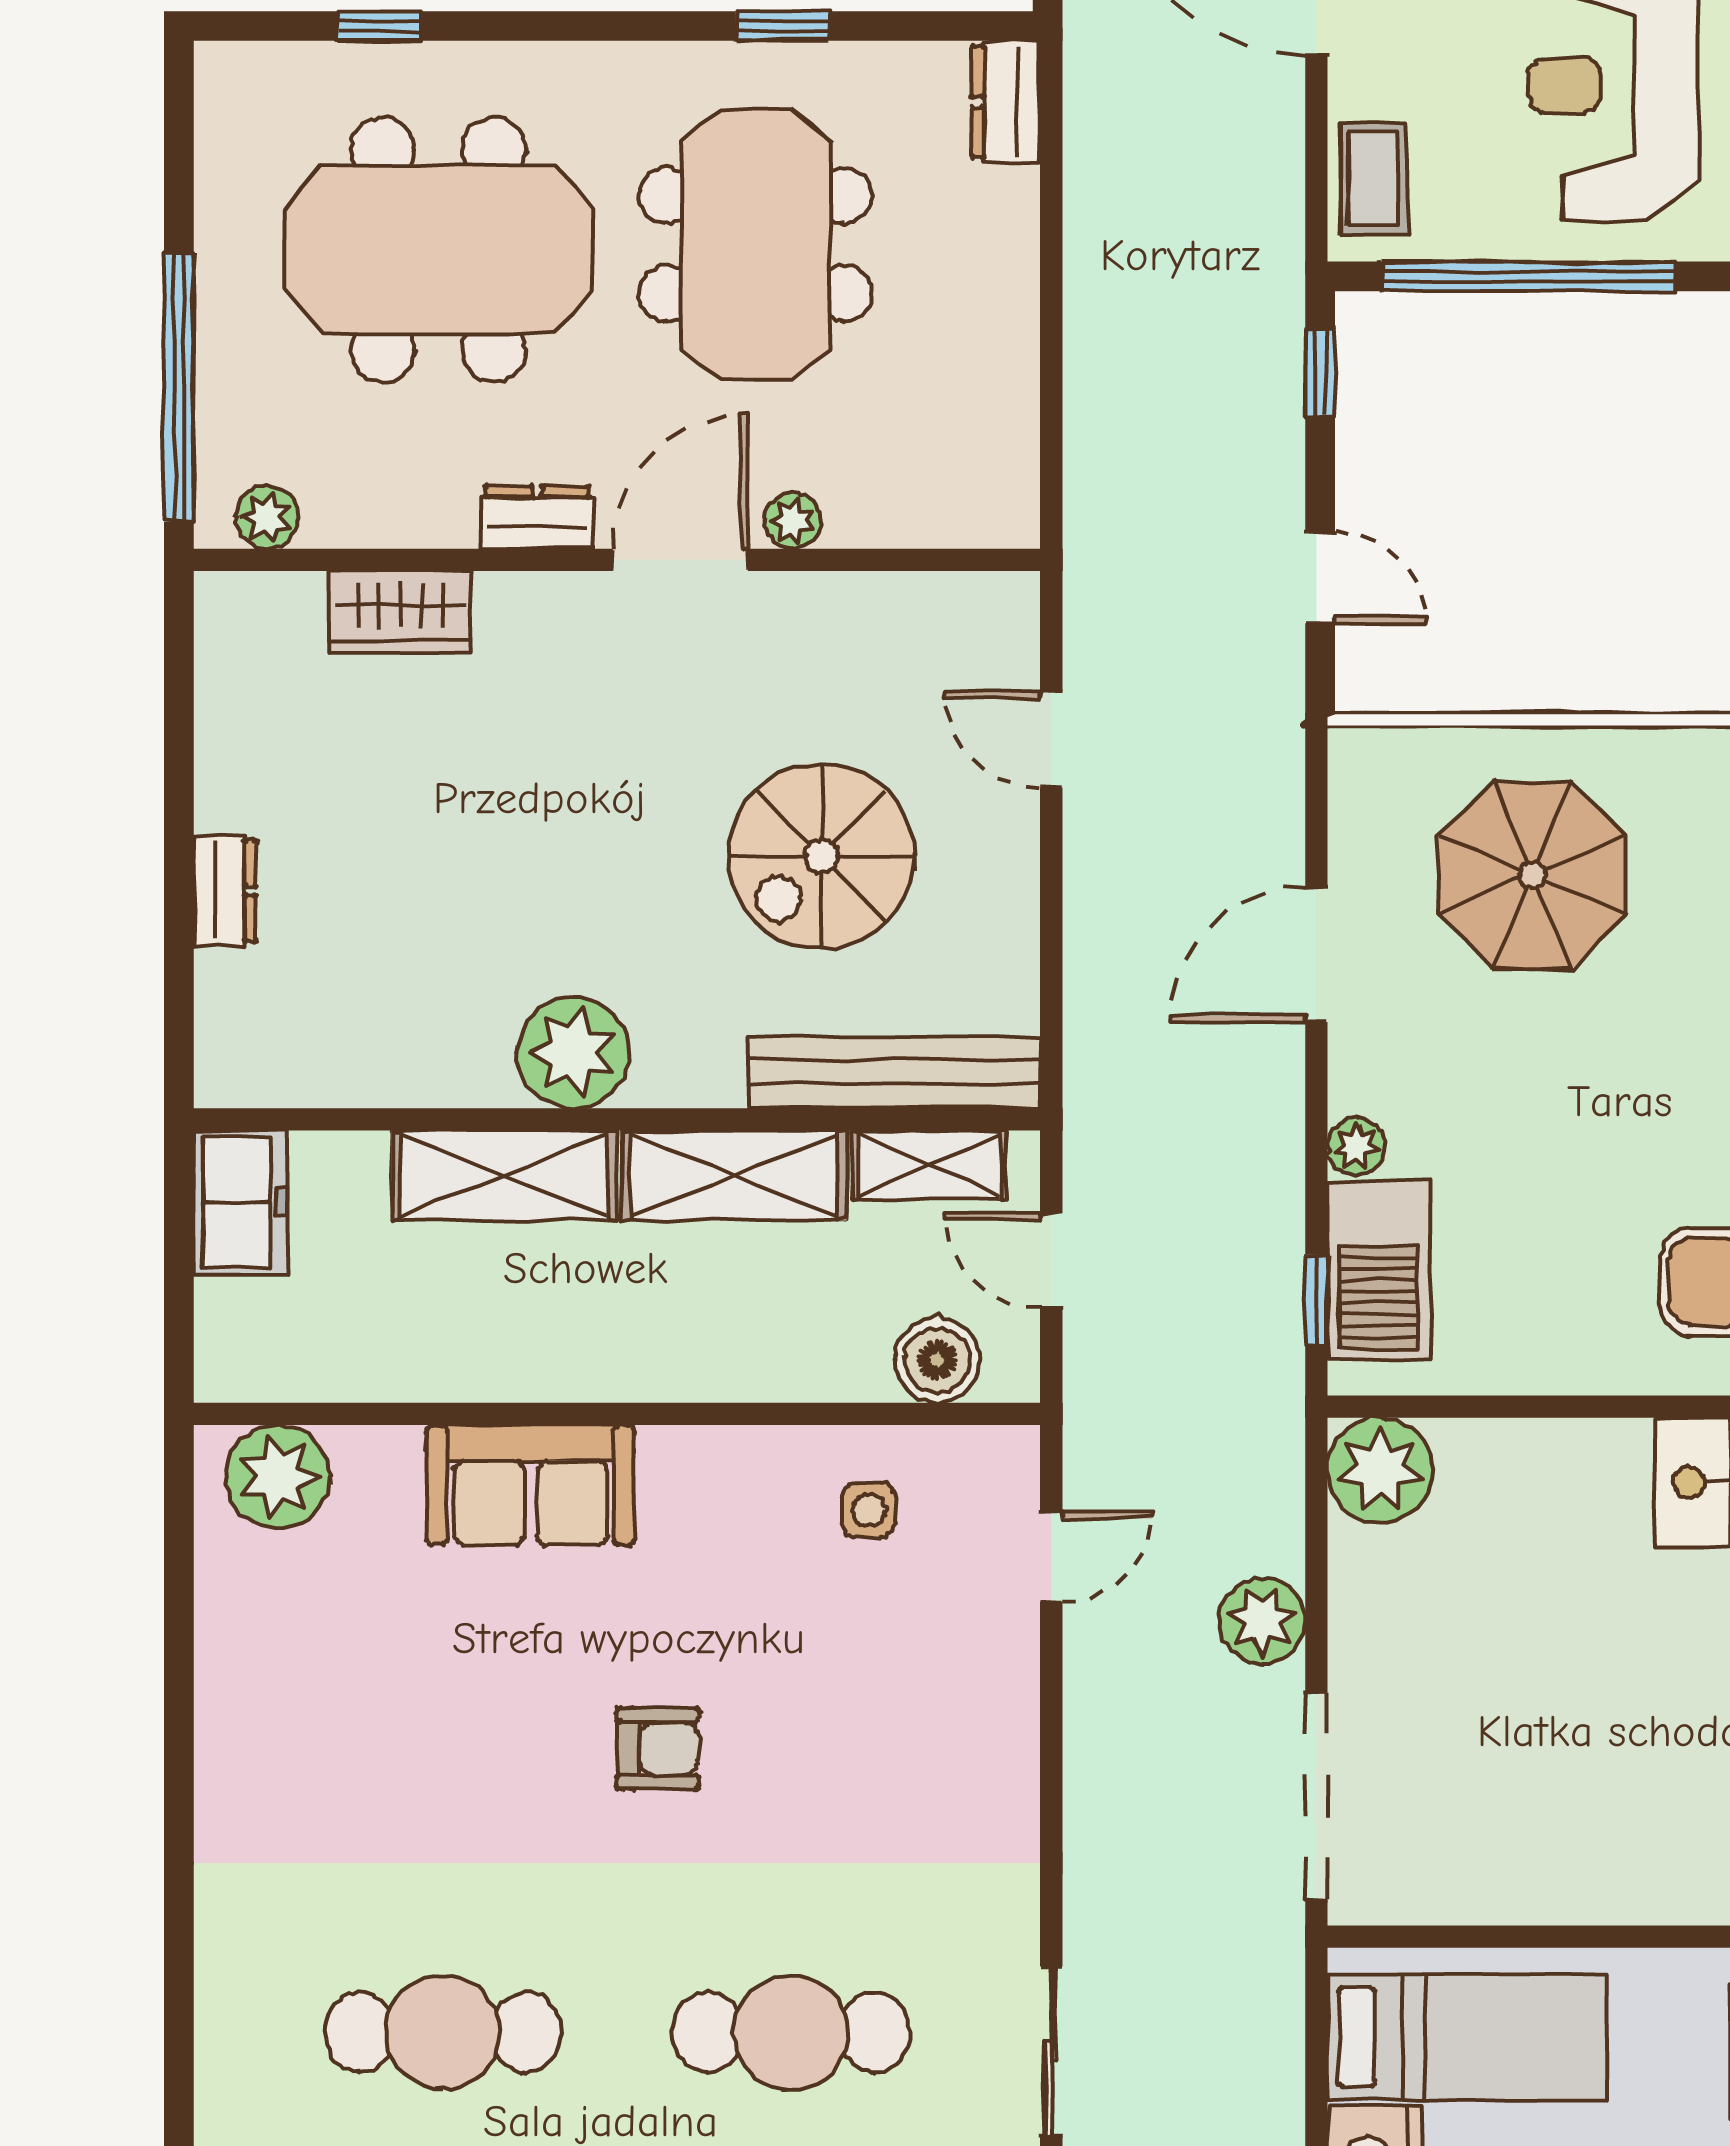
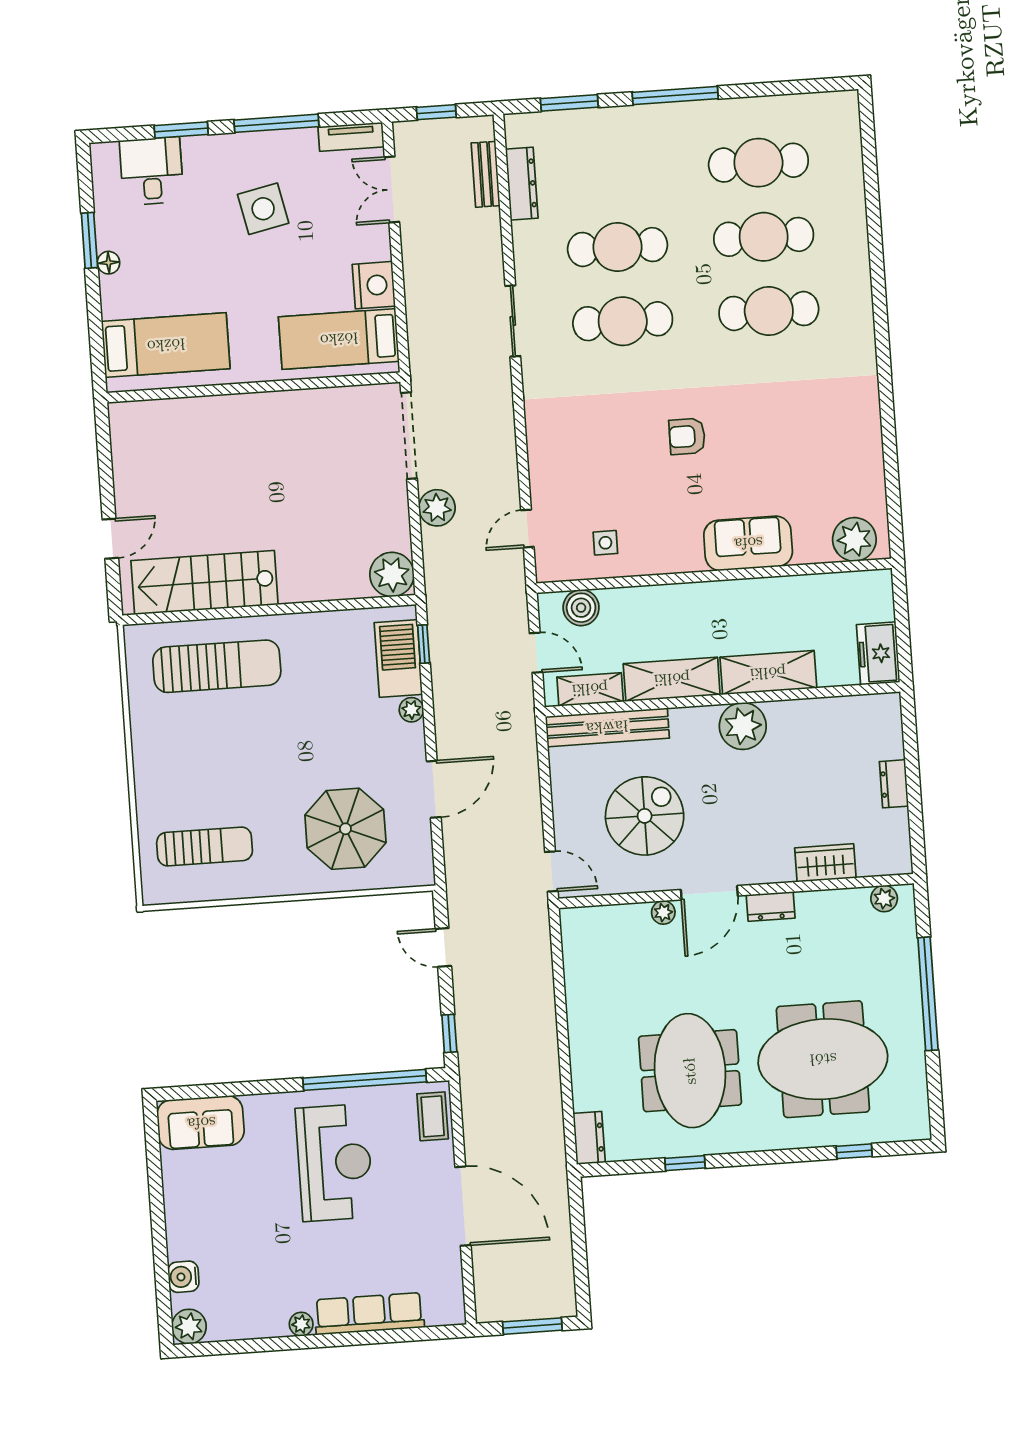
plant: (267, 517) -> (884, 899), moved
dresser: (537, 517) -> (771, 906), moved
plant: (793, 521) -> (663, 912), moved
wall: (617, 560) -> (736, 891), moved
door: (680, 560) -> (709, 893), moved
wardrobe: (400, 612) -> (825, 863), moved

